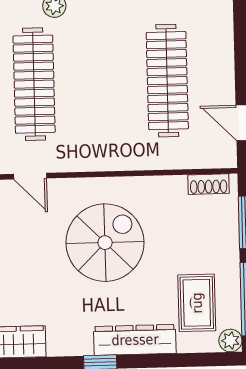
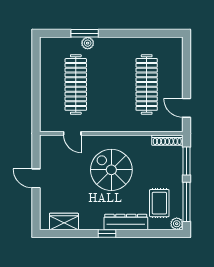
shoe rack: (209, 184) -> (167, 140), width x1.43
spiral stairs: (105, 243) -> (111, 170), turned -90

